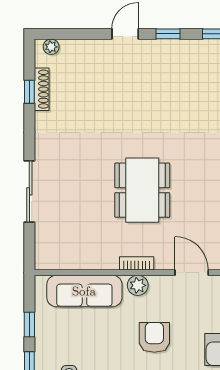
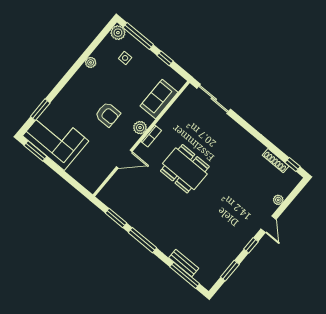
plant: (51, 47) -> (278, 200), moved
window: (29, 92) -> (293, 165), moved
sliding door: (29, 191) -> (214, 99), moved
sofa: (84, 291) -> (159, 99), width x0.73

